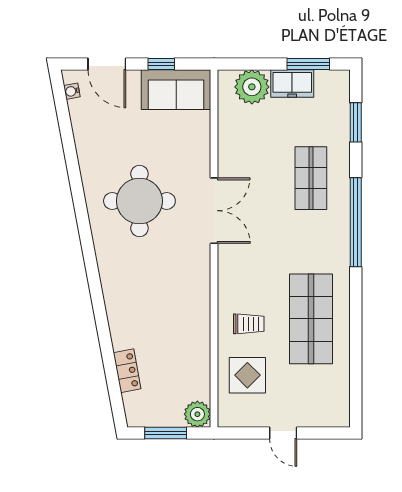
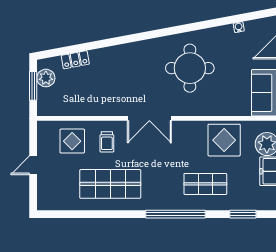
water cooler: (72, 91) -> (239, 27), moved
display table: (246, 150) -> (224, 140), added
double door: (214, 211) -> (149, 118), moved
plant: (197, 414) -> (46, 78), moved

